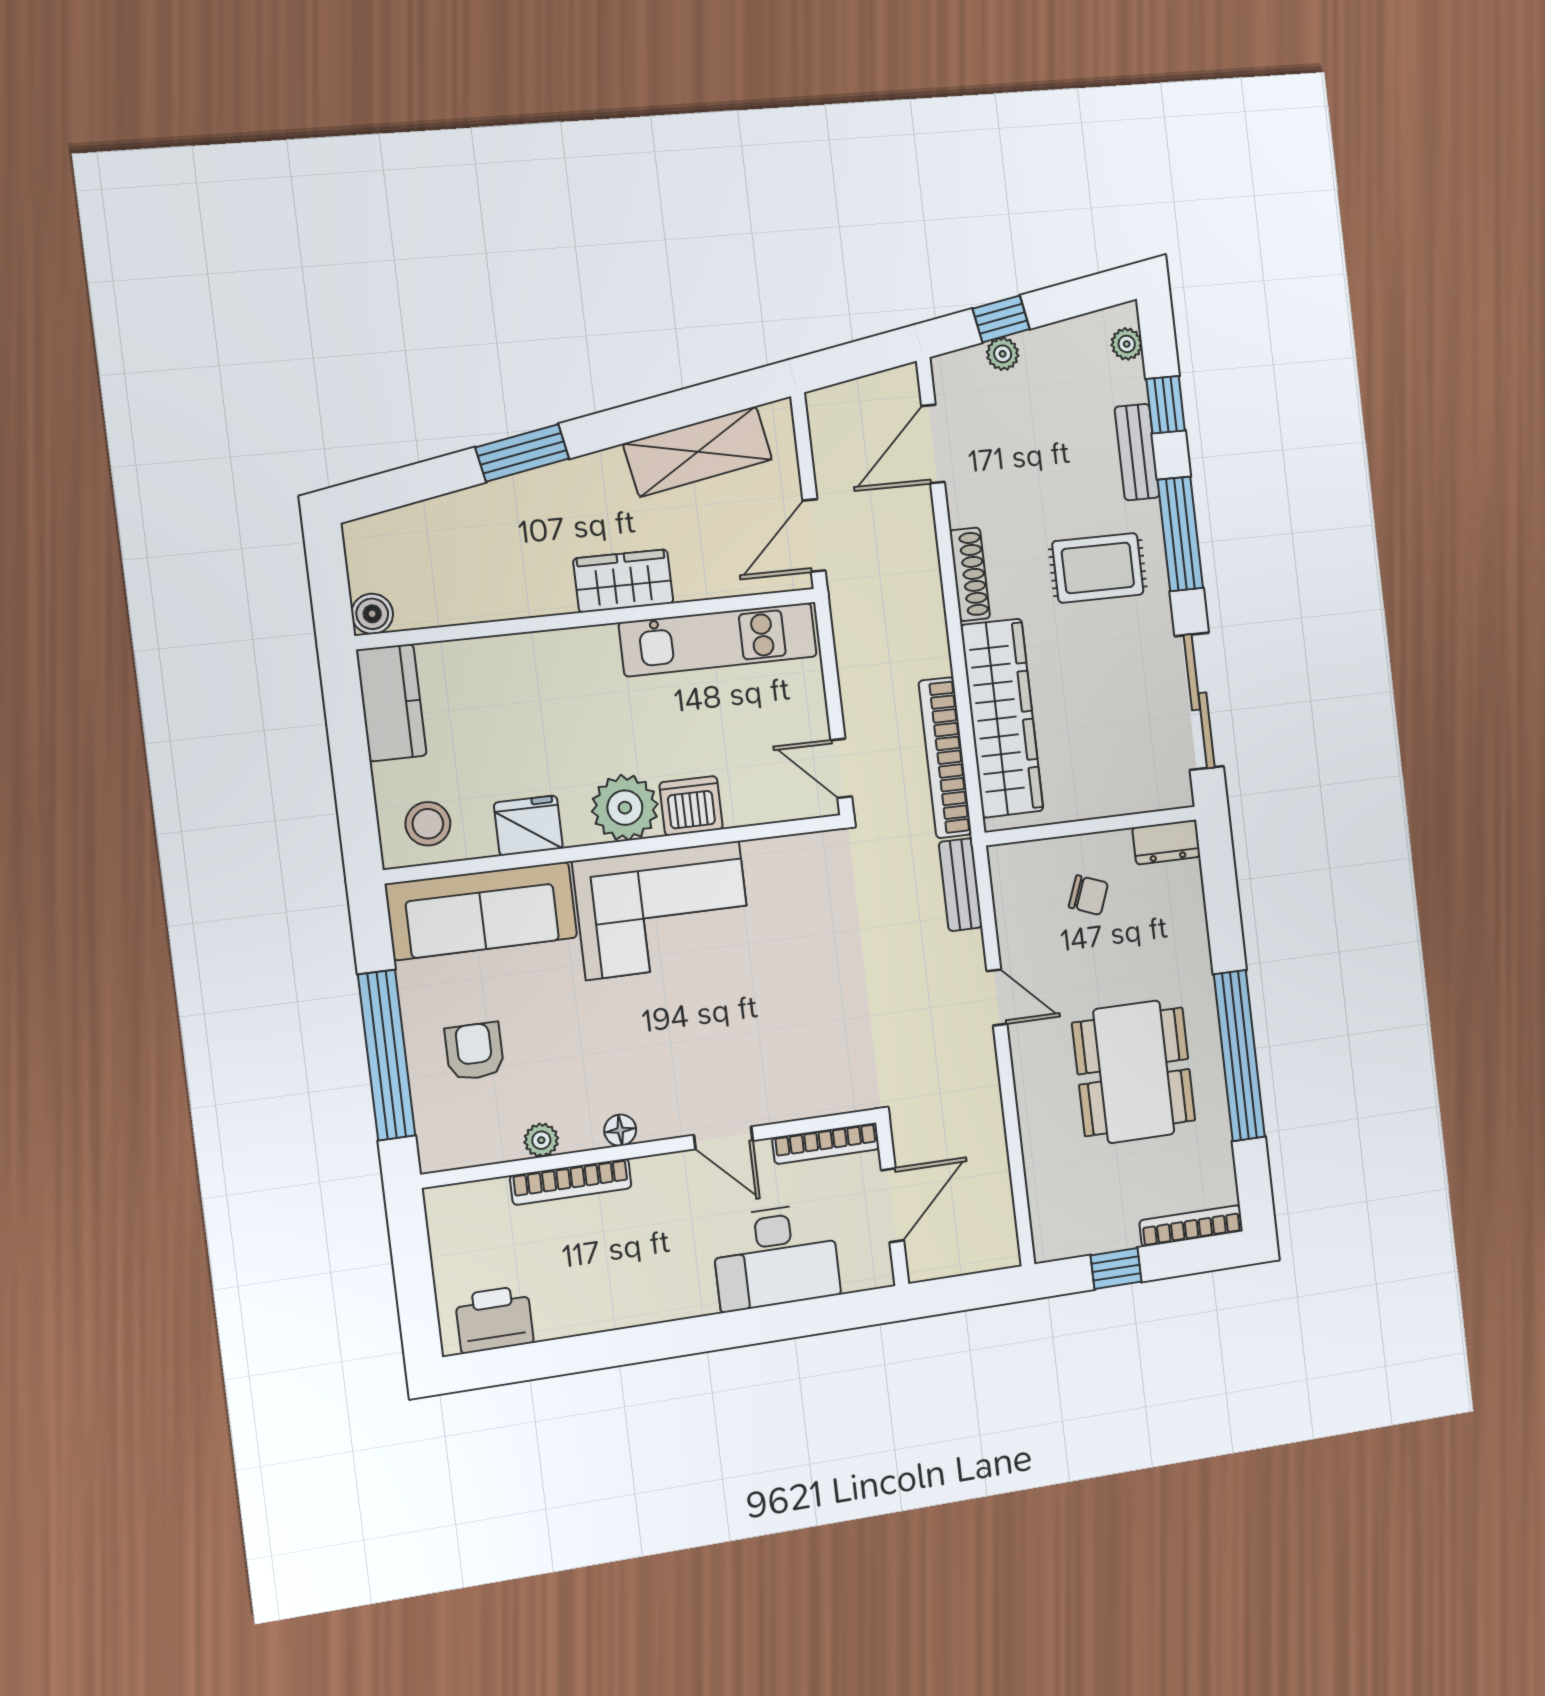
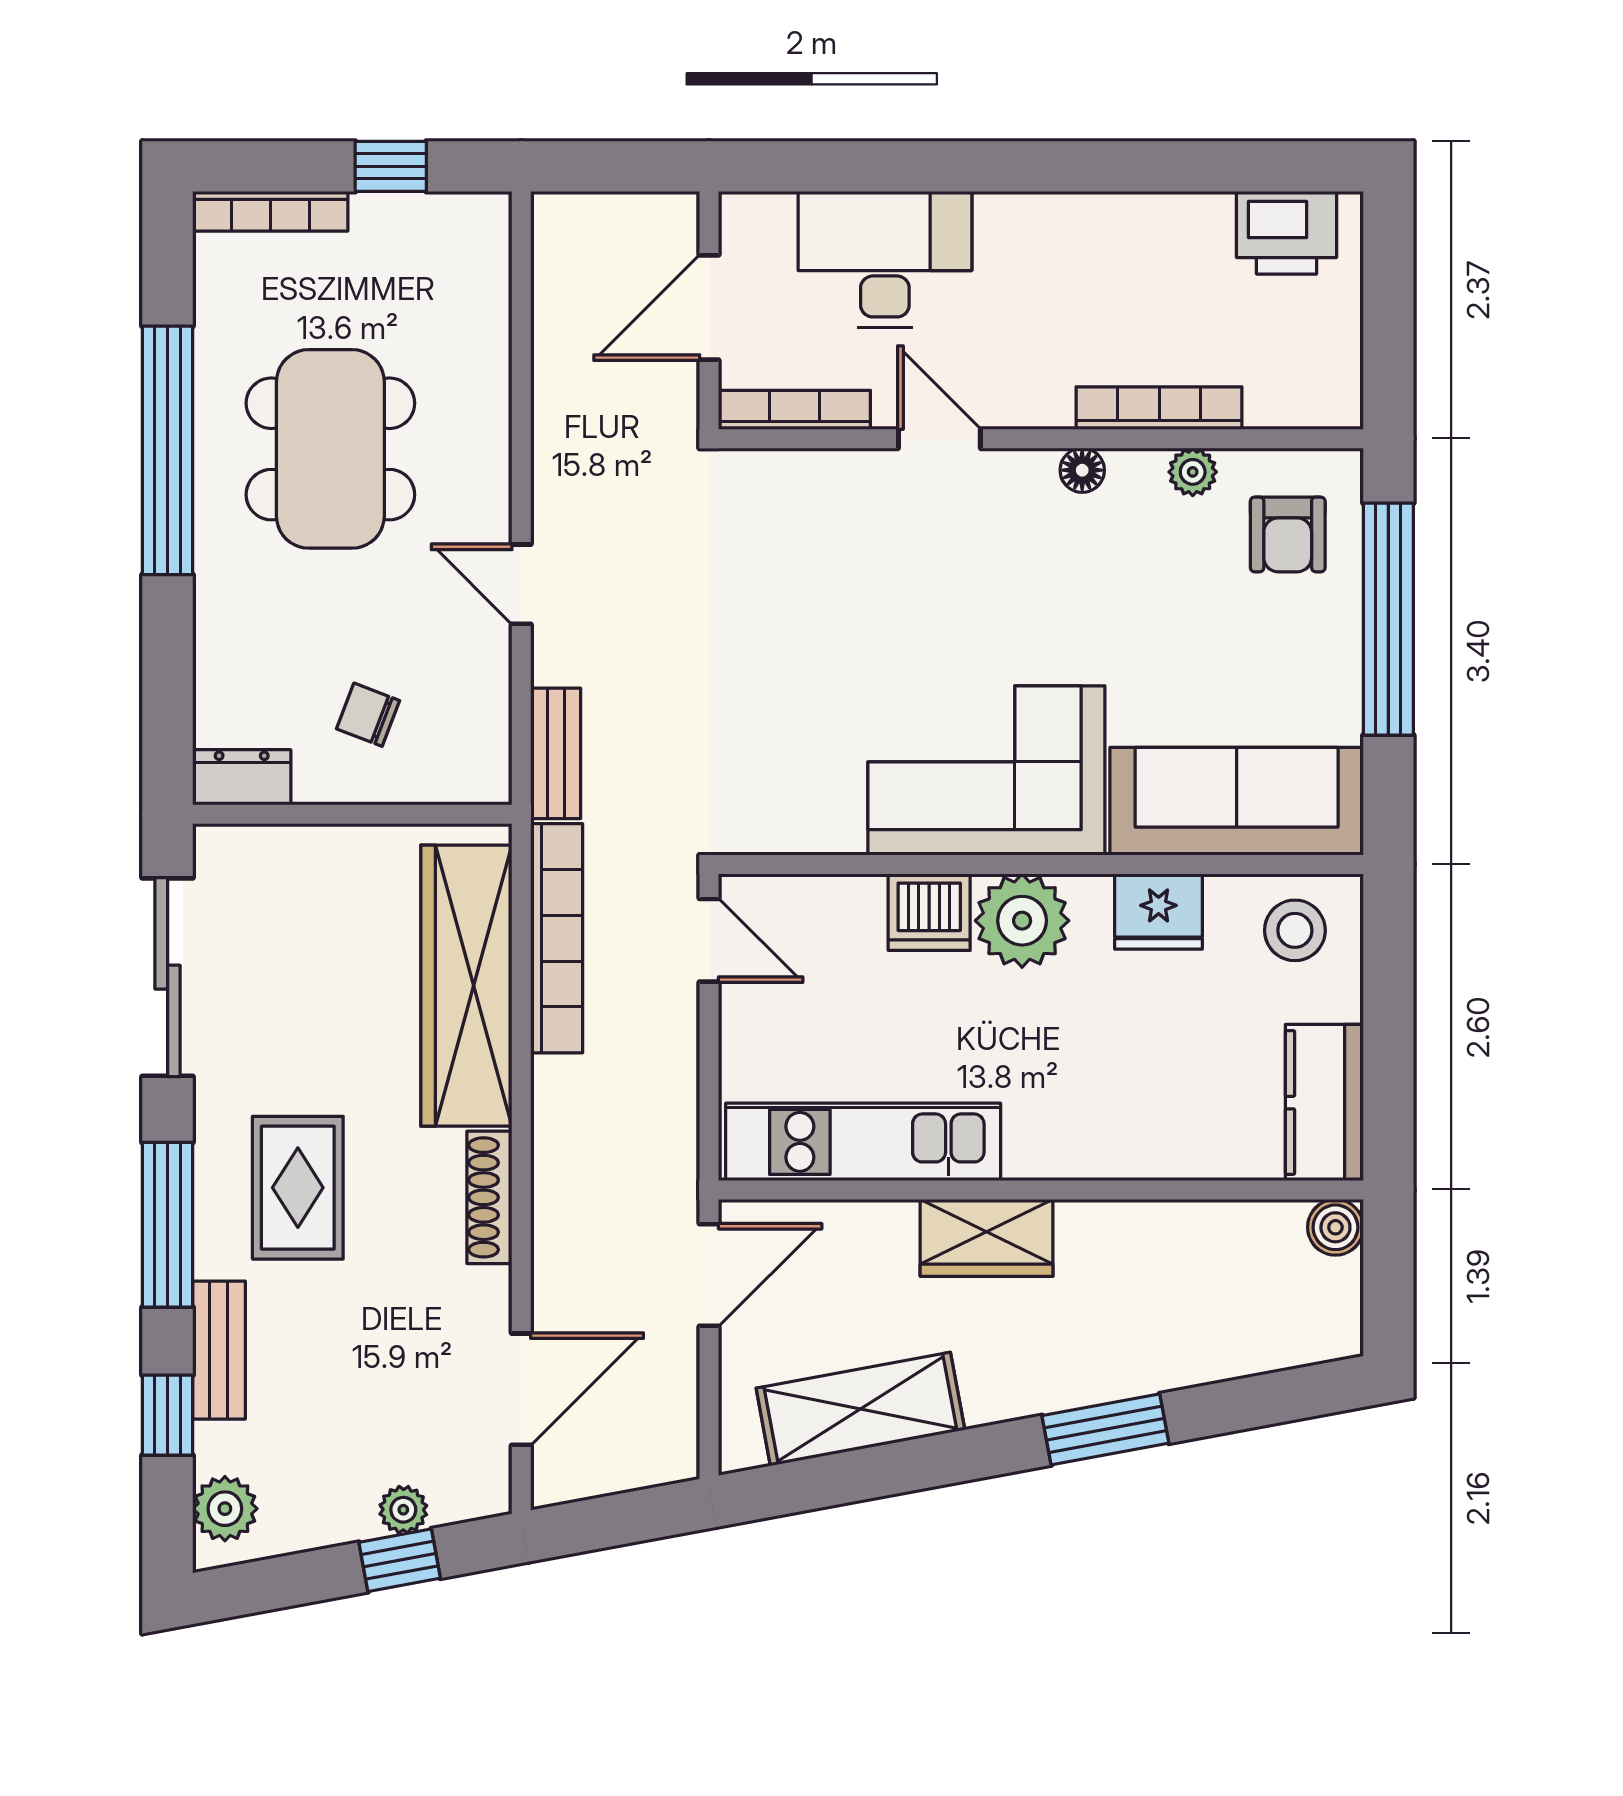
plant: (1127, 344) -> (225, 1509), width x1.38, depth x1.38
rug: (1098, 568) -> (298, 1188), turned 90
armchair: (474, 1051) -> (1288, 534), moved

